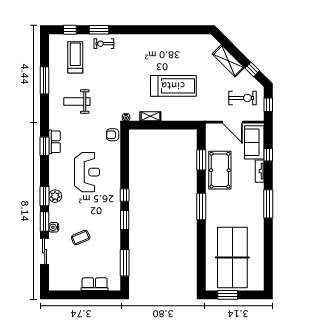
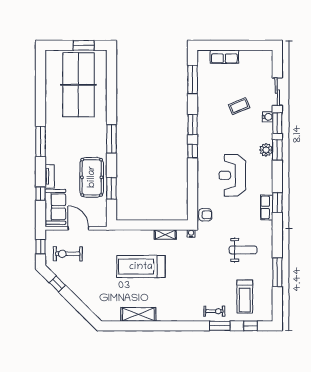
shelving: (228, 61) -> (138, 314), moved, turned -45

